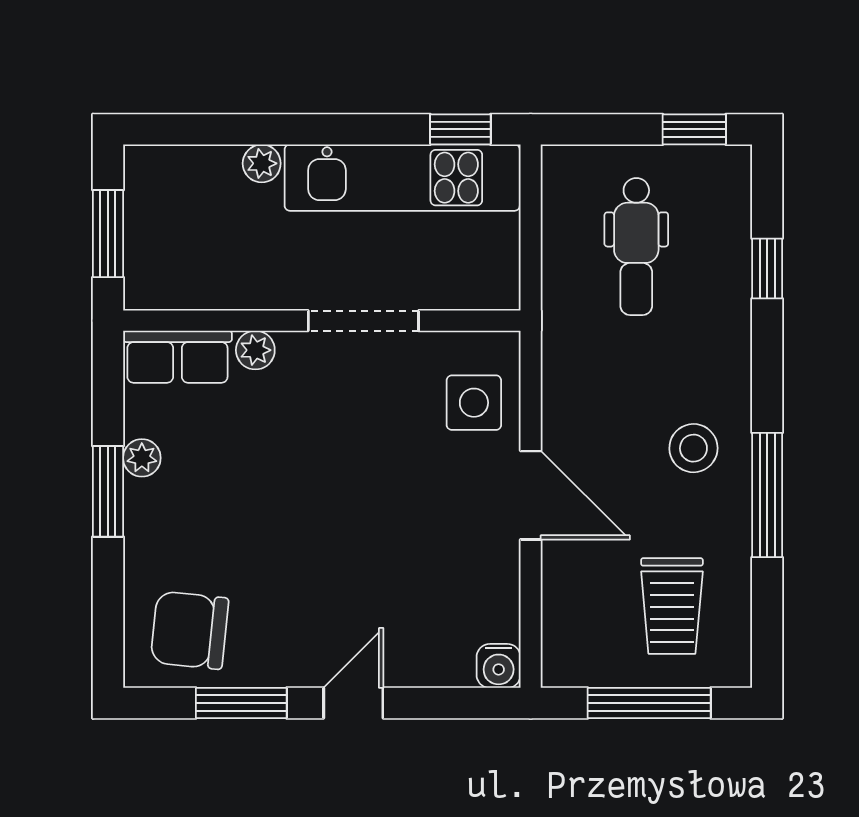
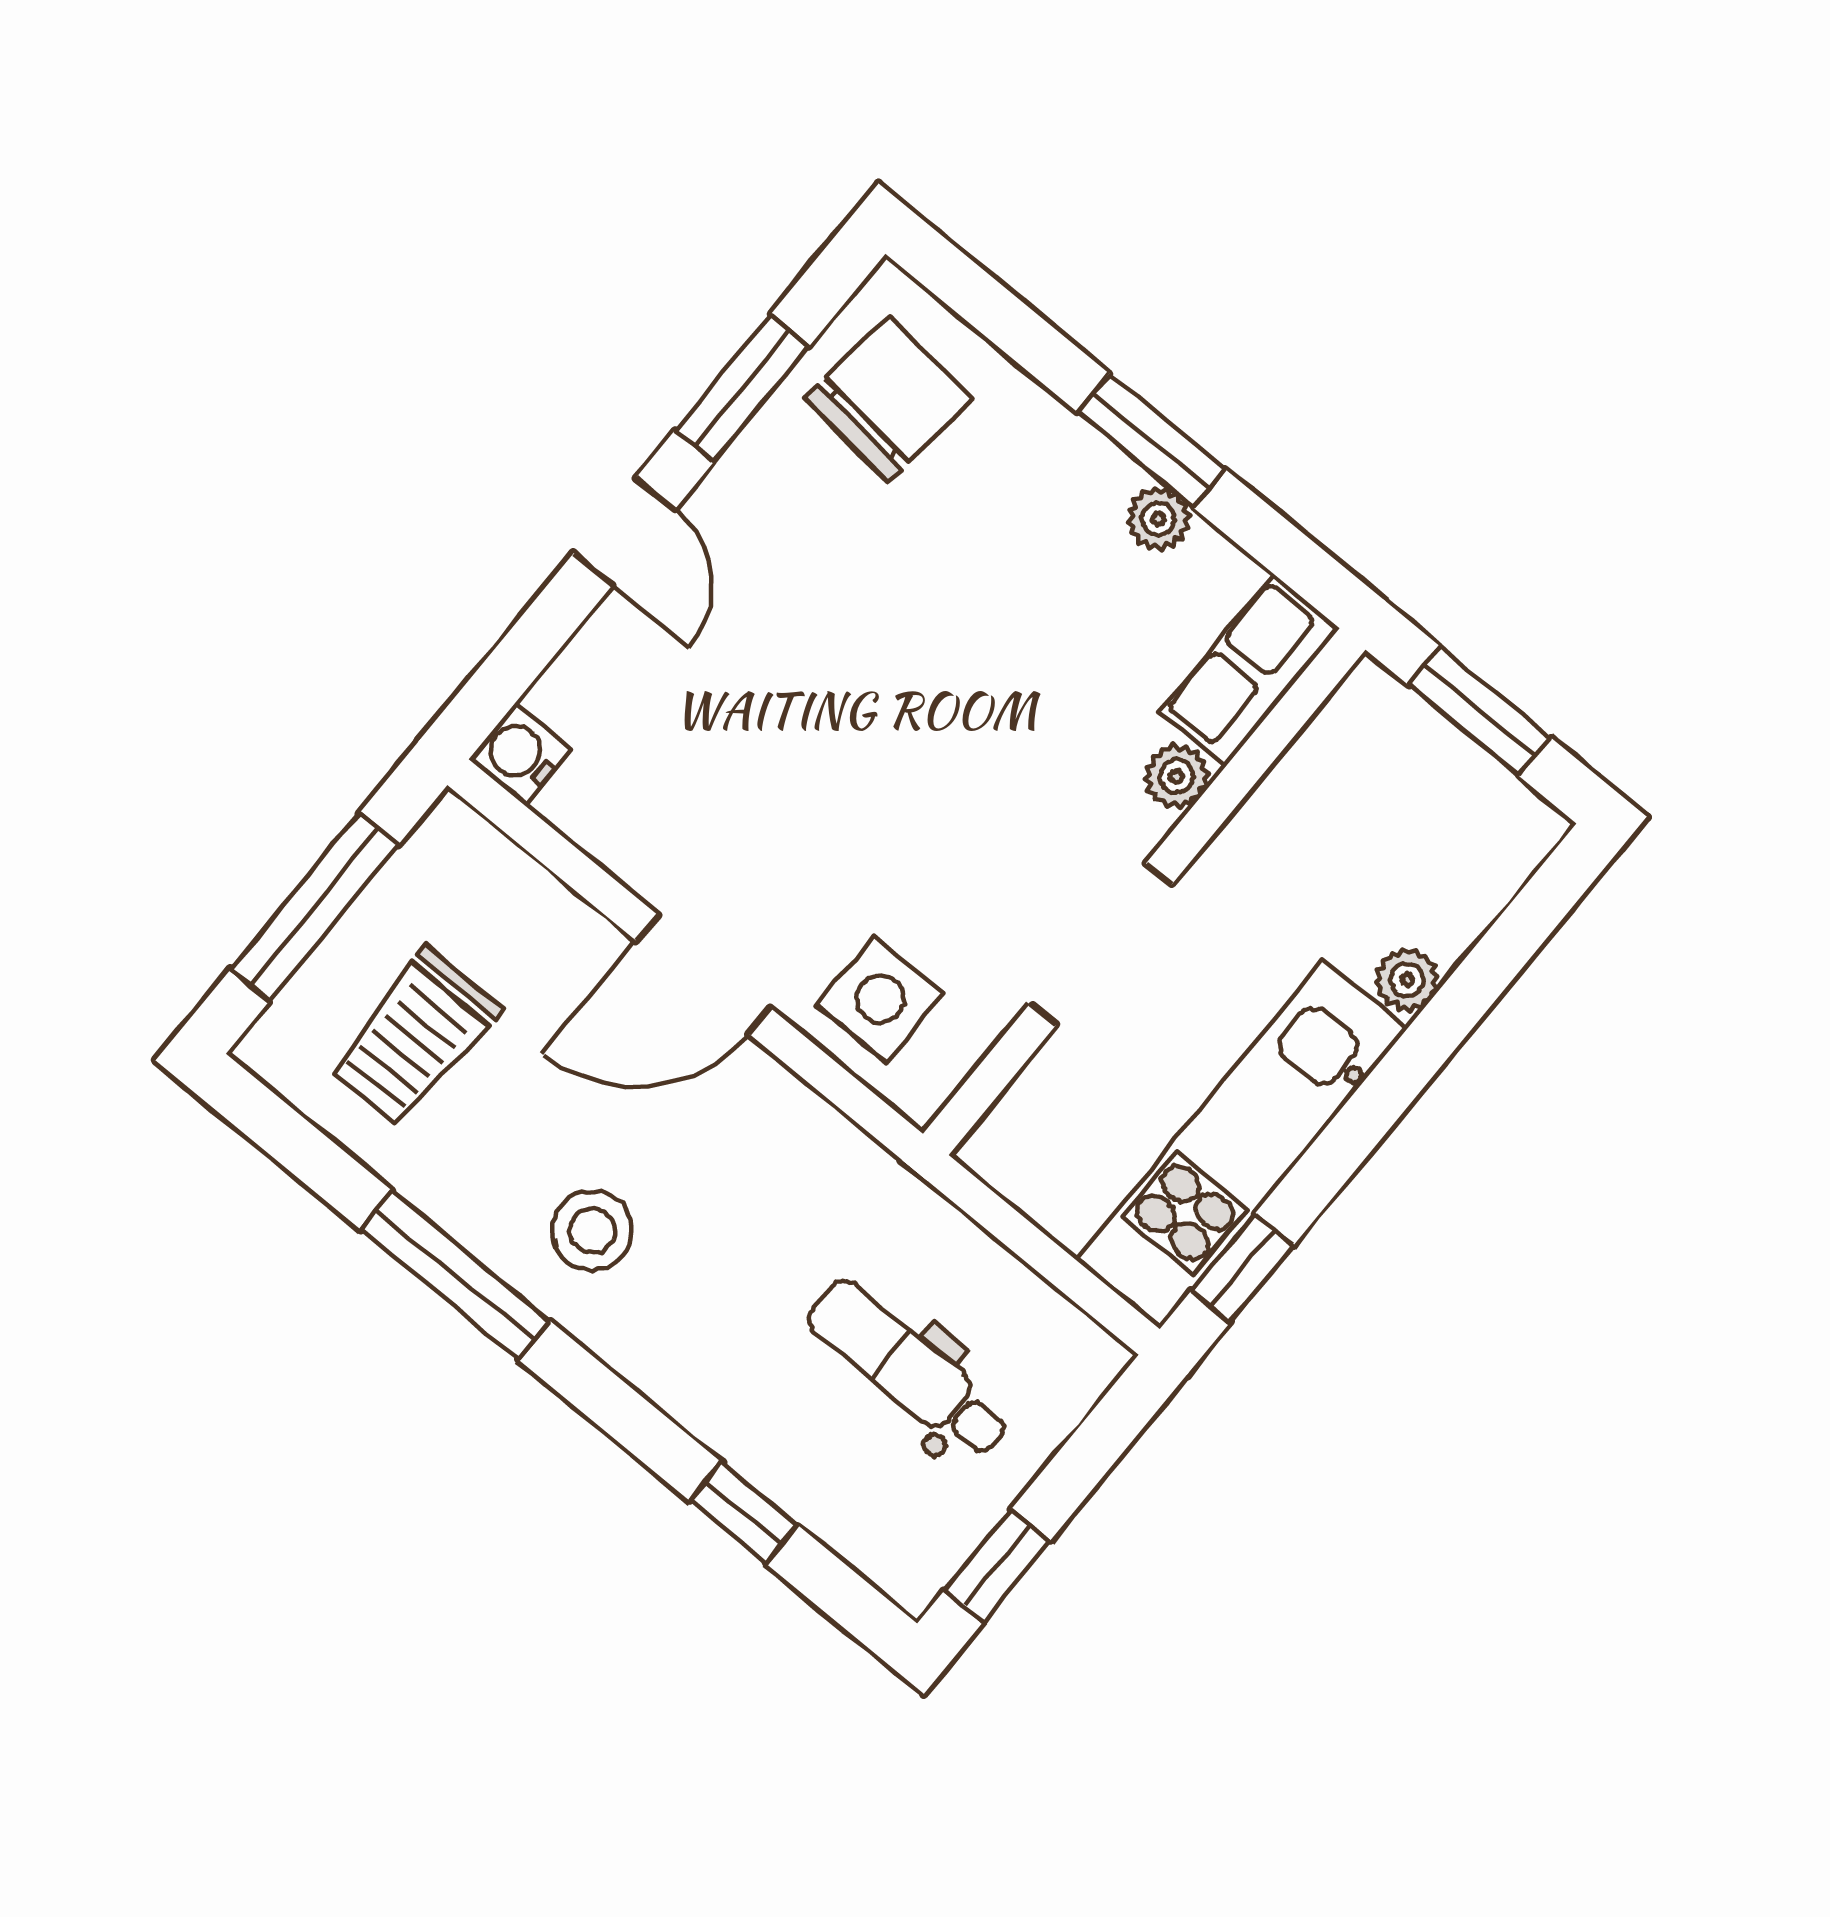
trolley: (672, 606) -> (414, 1038), turned -90

